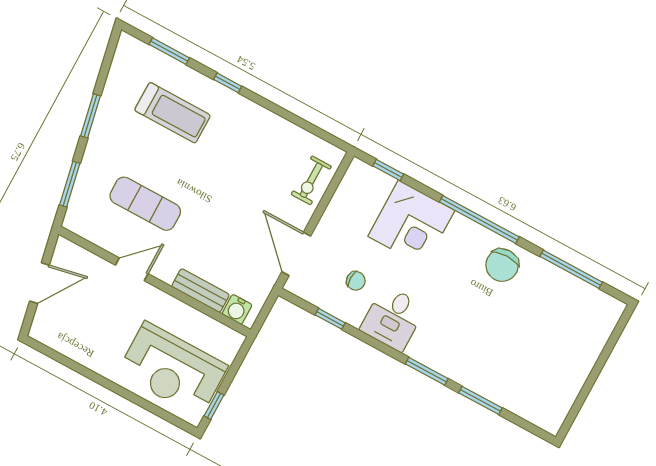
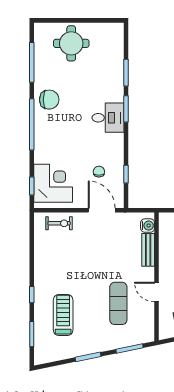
corner desk: (411, 223) -> (53, 183), moved
door: (296, 254) -> (102, 210), swing flipped
desk: (393, 318) -> (108, 118), moved
round table: (567, 343) -> (71, 43), added

